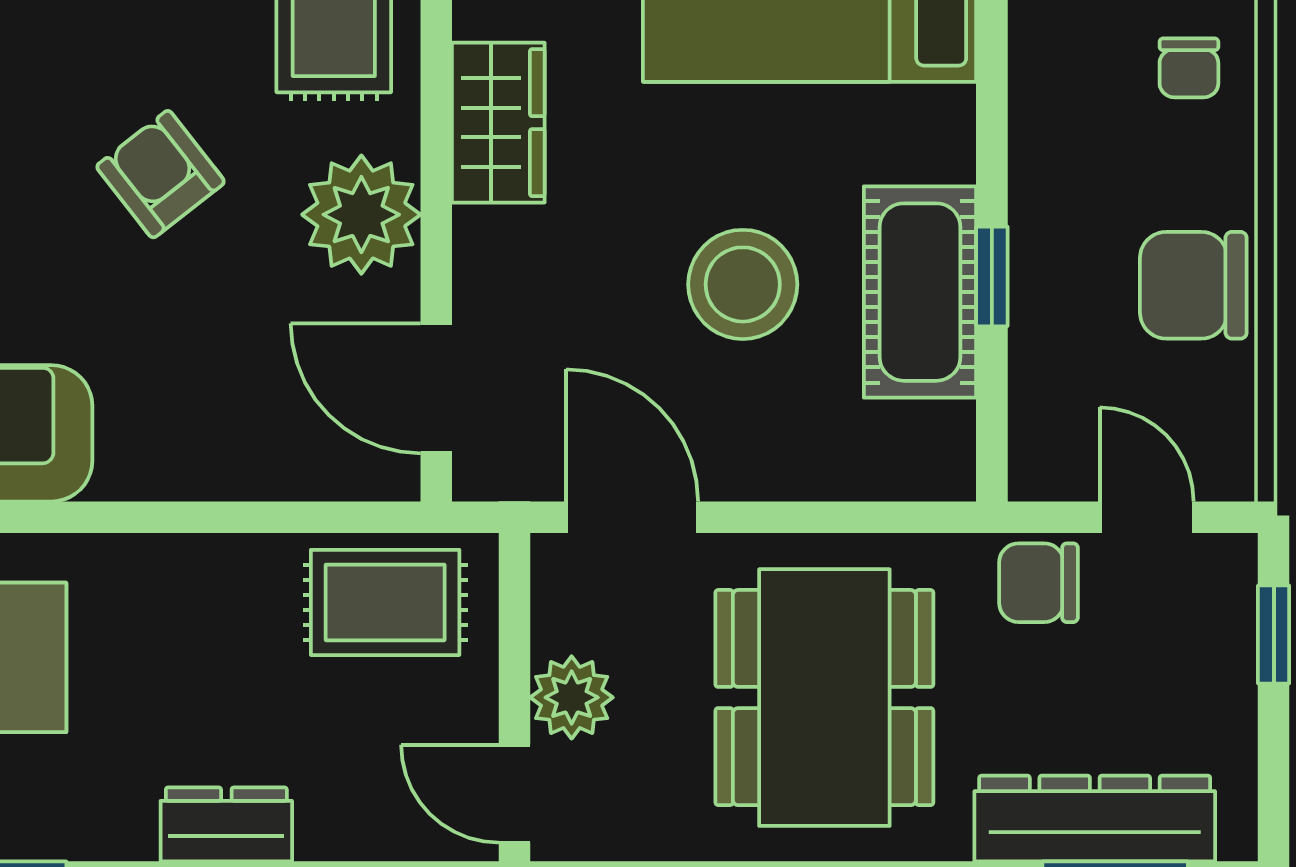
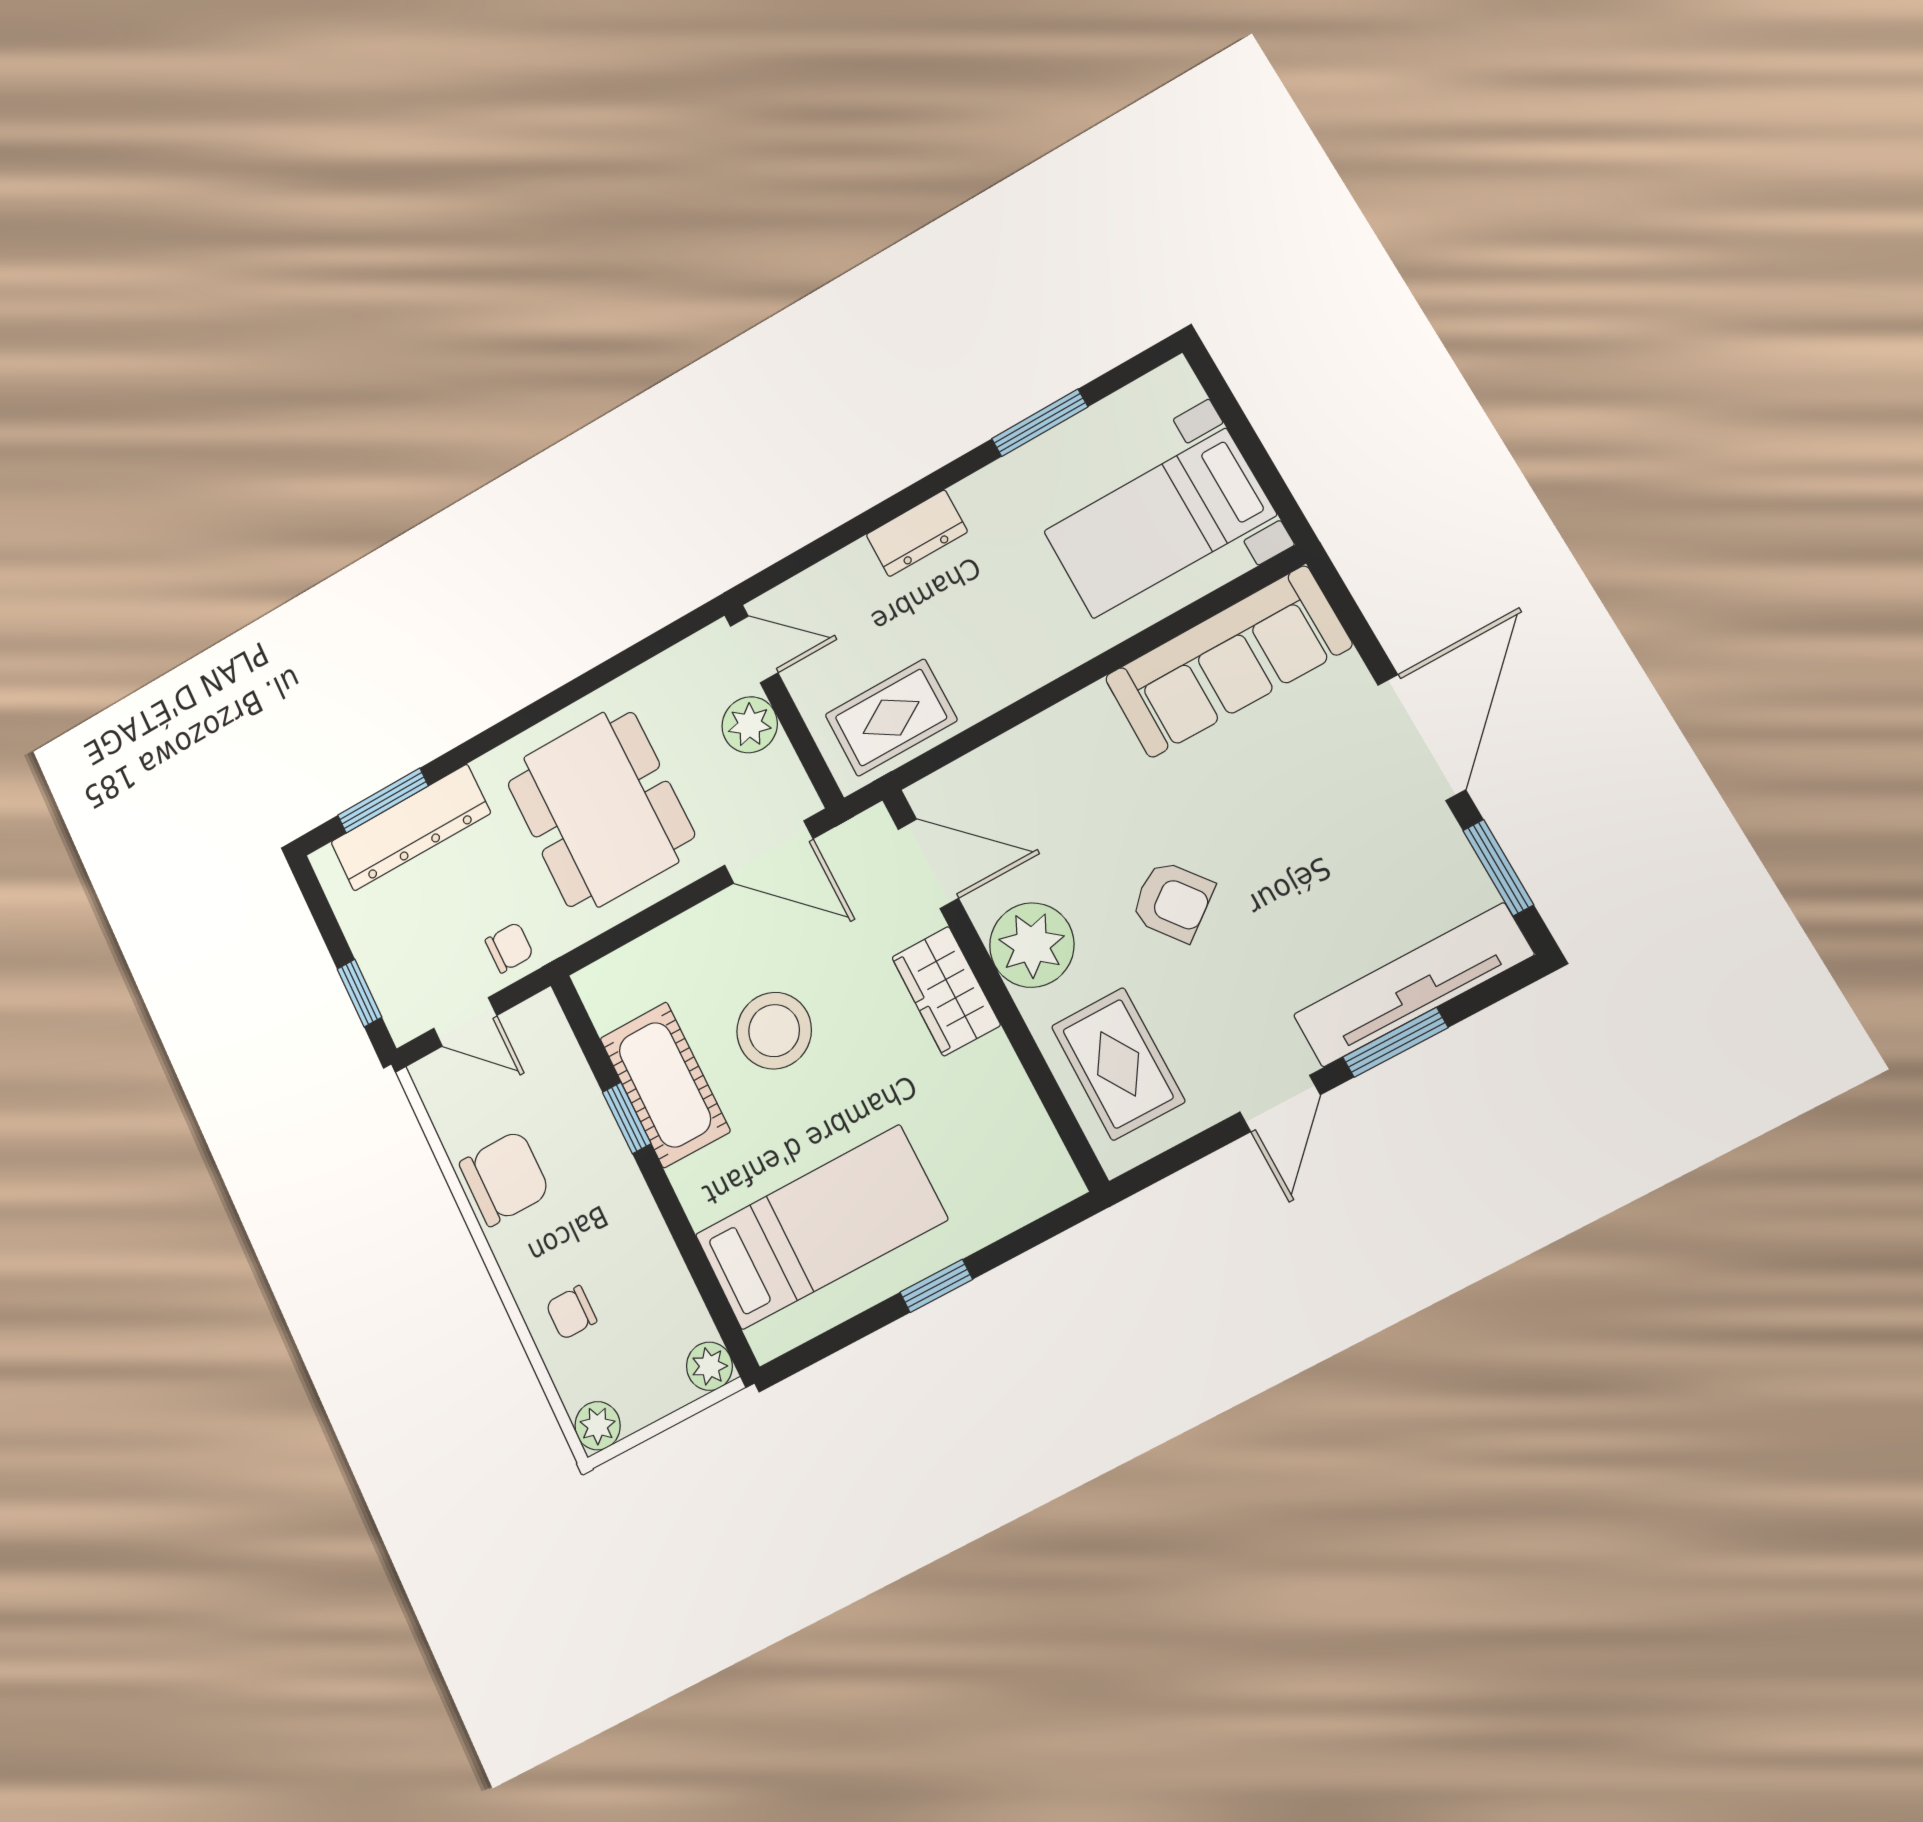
chair: (1189, 68) -> (571, 1313), turned -90
wardrobe: (498, 123) -> (946, 991), moved
chair: (1038, 583) -> (509, 948), width x0.73, depth x0.73

